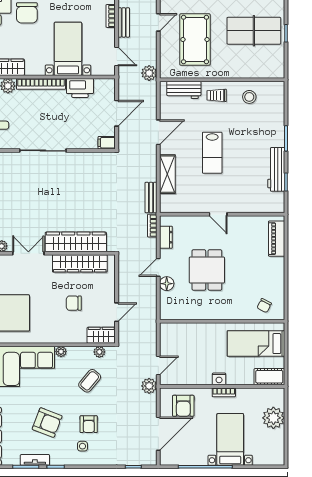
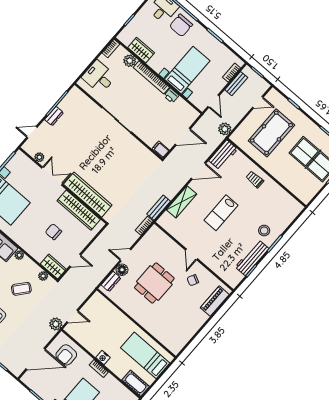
printer: (80, 88) -> (171, 96), width x0.53, depth x0.68
workbench: (184, 90) -> (223, 155), moved, turned -90
stool: (249, 97) -> (264, 231), moved
dresser: (166, 237) -> (111, 281), moved
chair: (264, 306) -> (193, 280), moved

